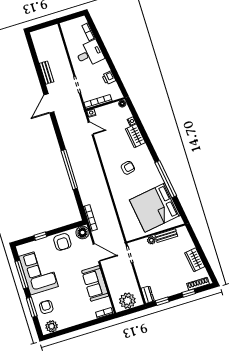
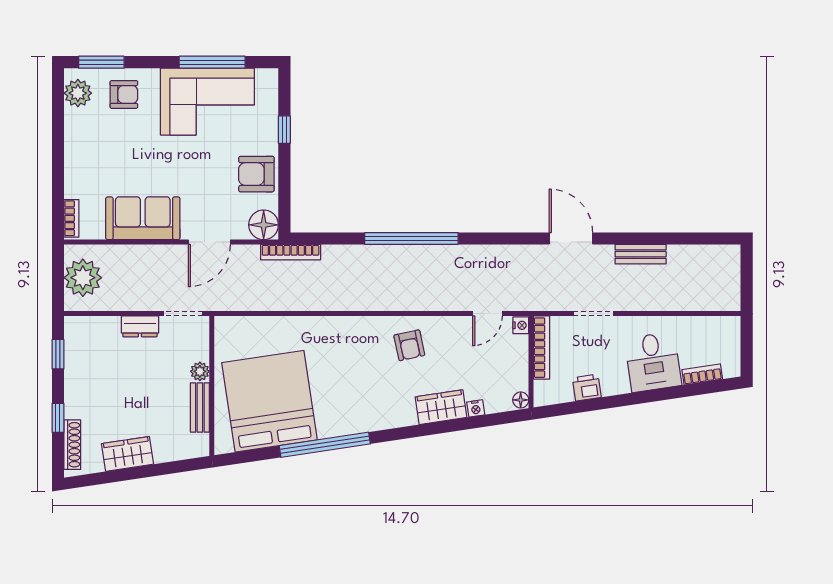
armchair: (128, 168) -> (409, 345), moved
dresser: (148, 295) -> (140, 326), moved
window: (32, 307) -> (101, 62), moved

